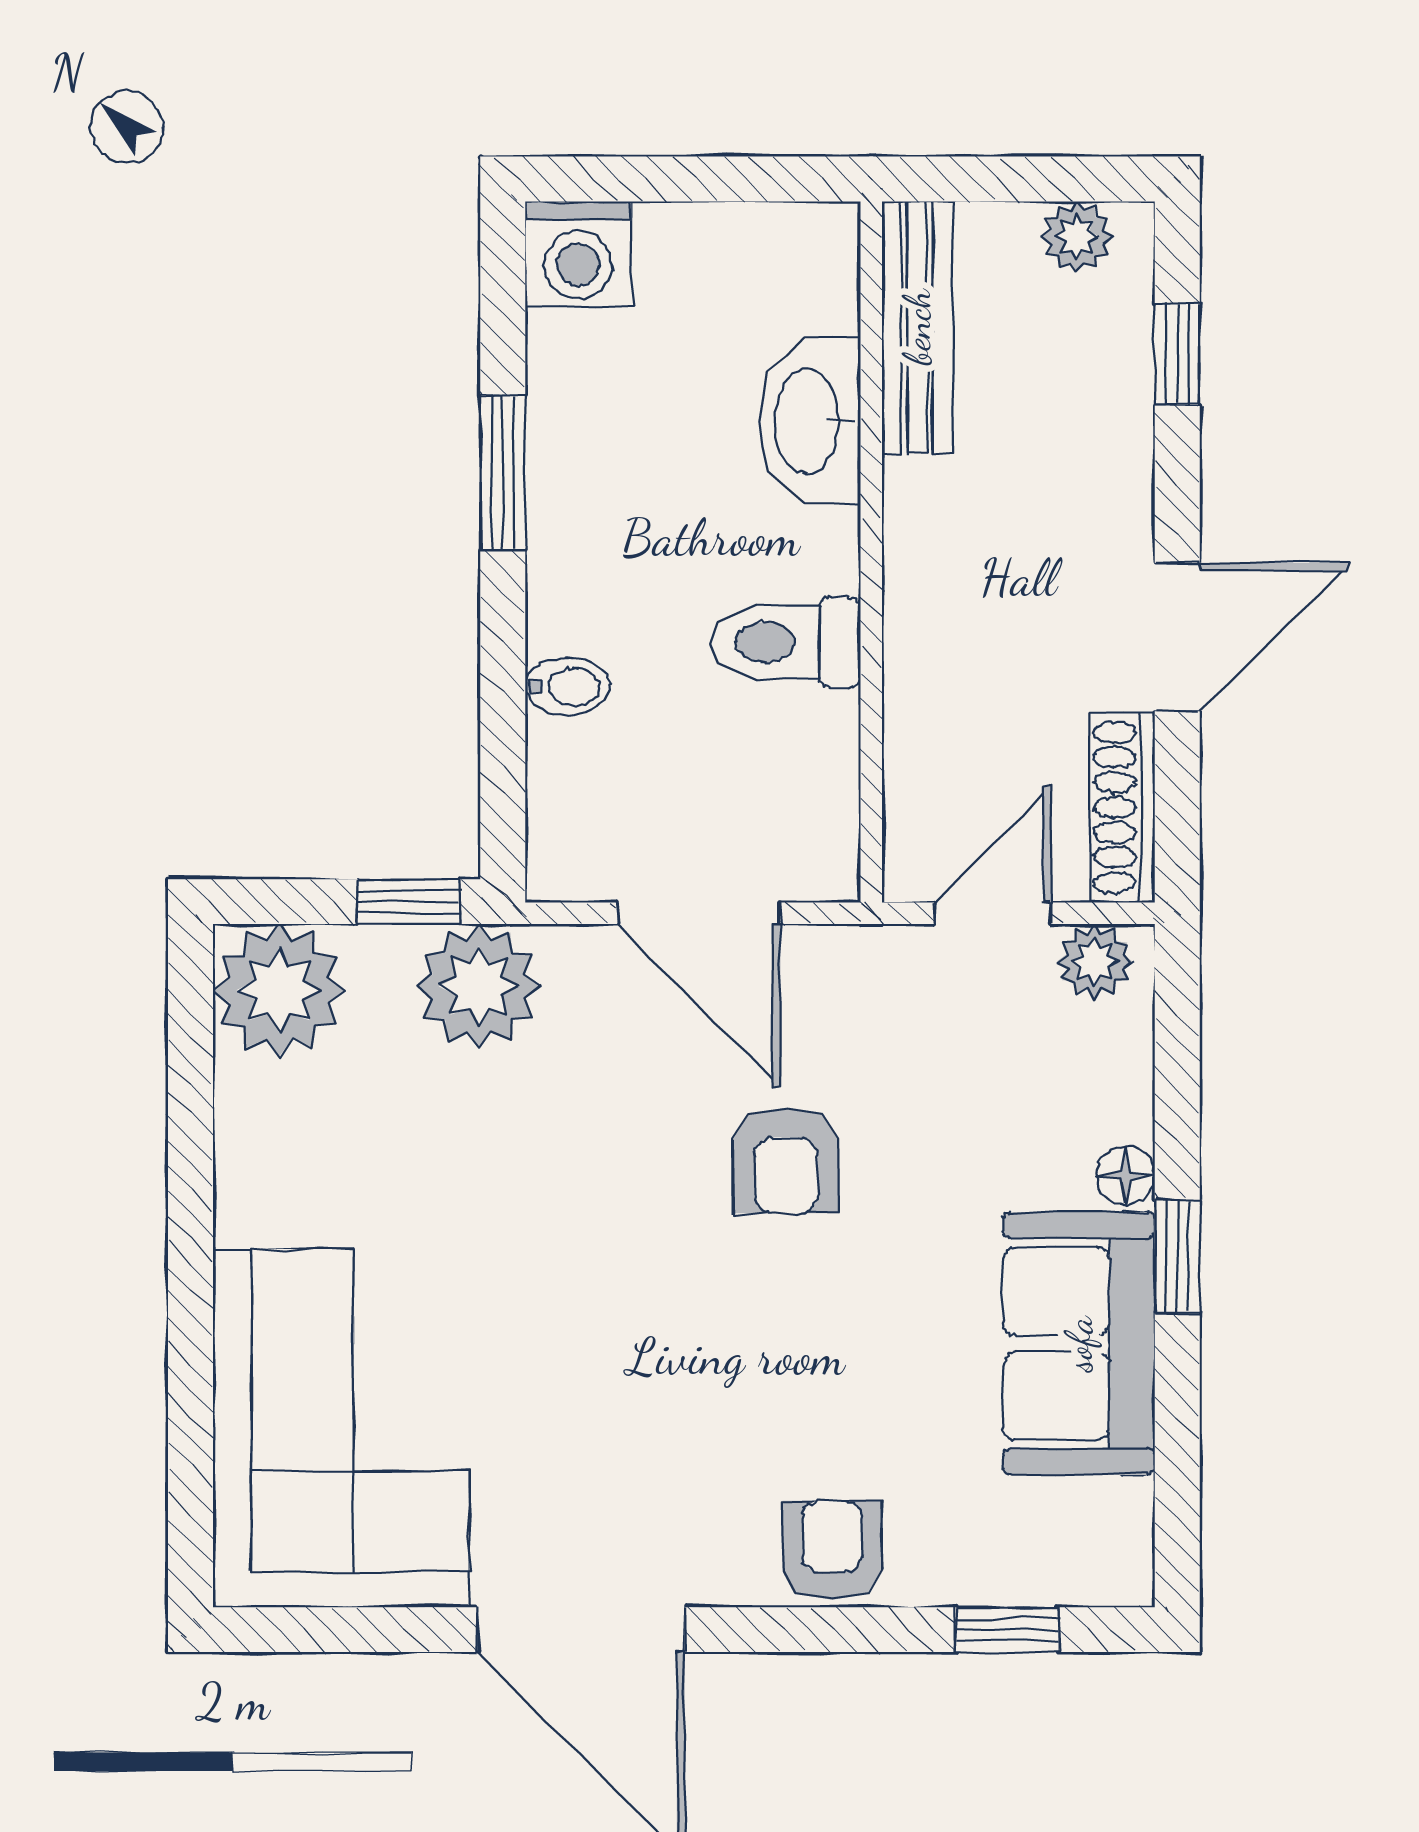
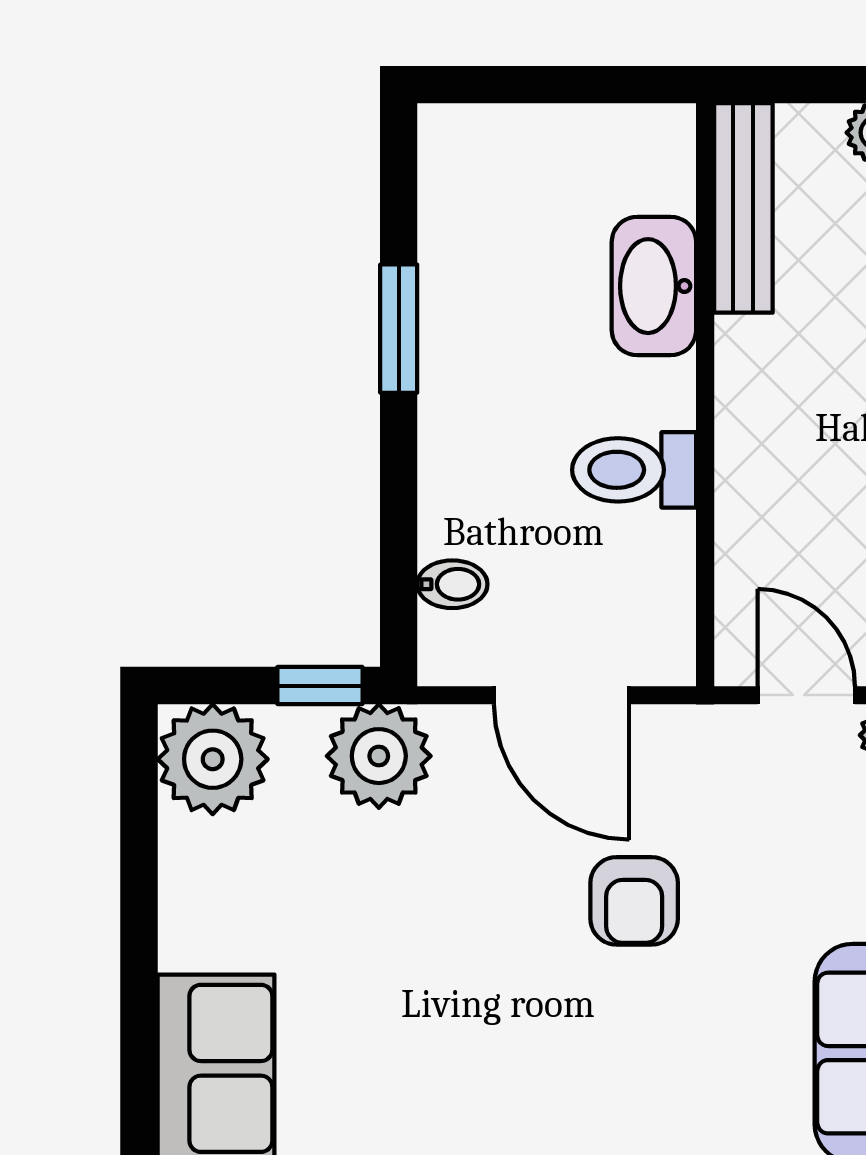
washing machine: (578, 254) -> (461, 147), removed
bidet: (567, 687) -> (452, 584), moved
door: (993, 913) -> (806, 695), hinge flipped

